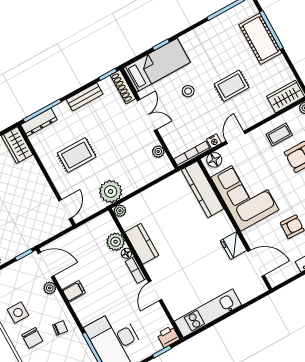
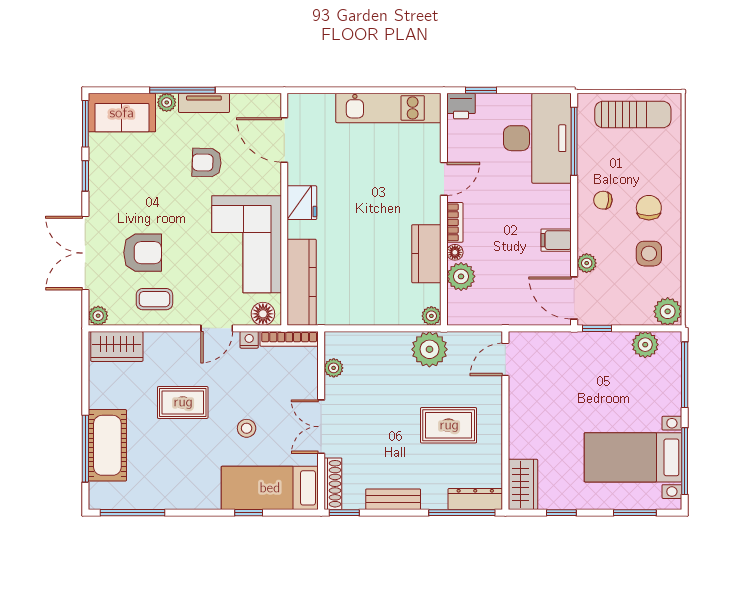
fridge: (233, 246) -> (302, 203), moved

